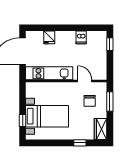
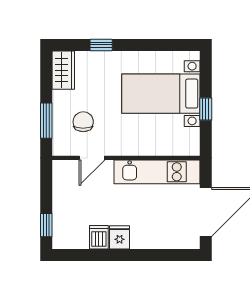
fridge: (49, 37) -> (120, 237), moved
door: (85, 81) -> (92, 158), hinge flipped
window: (23, 120) -> (206, 109), moved

